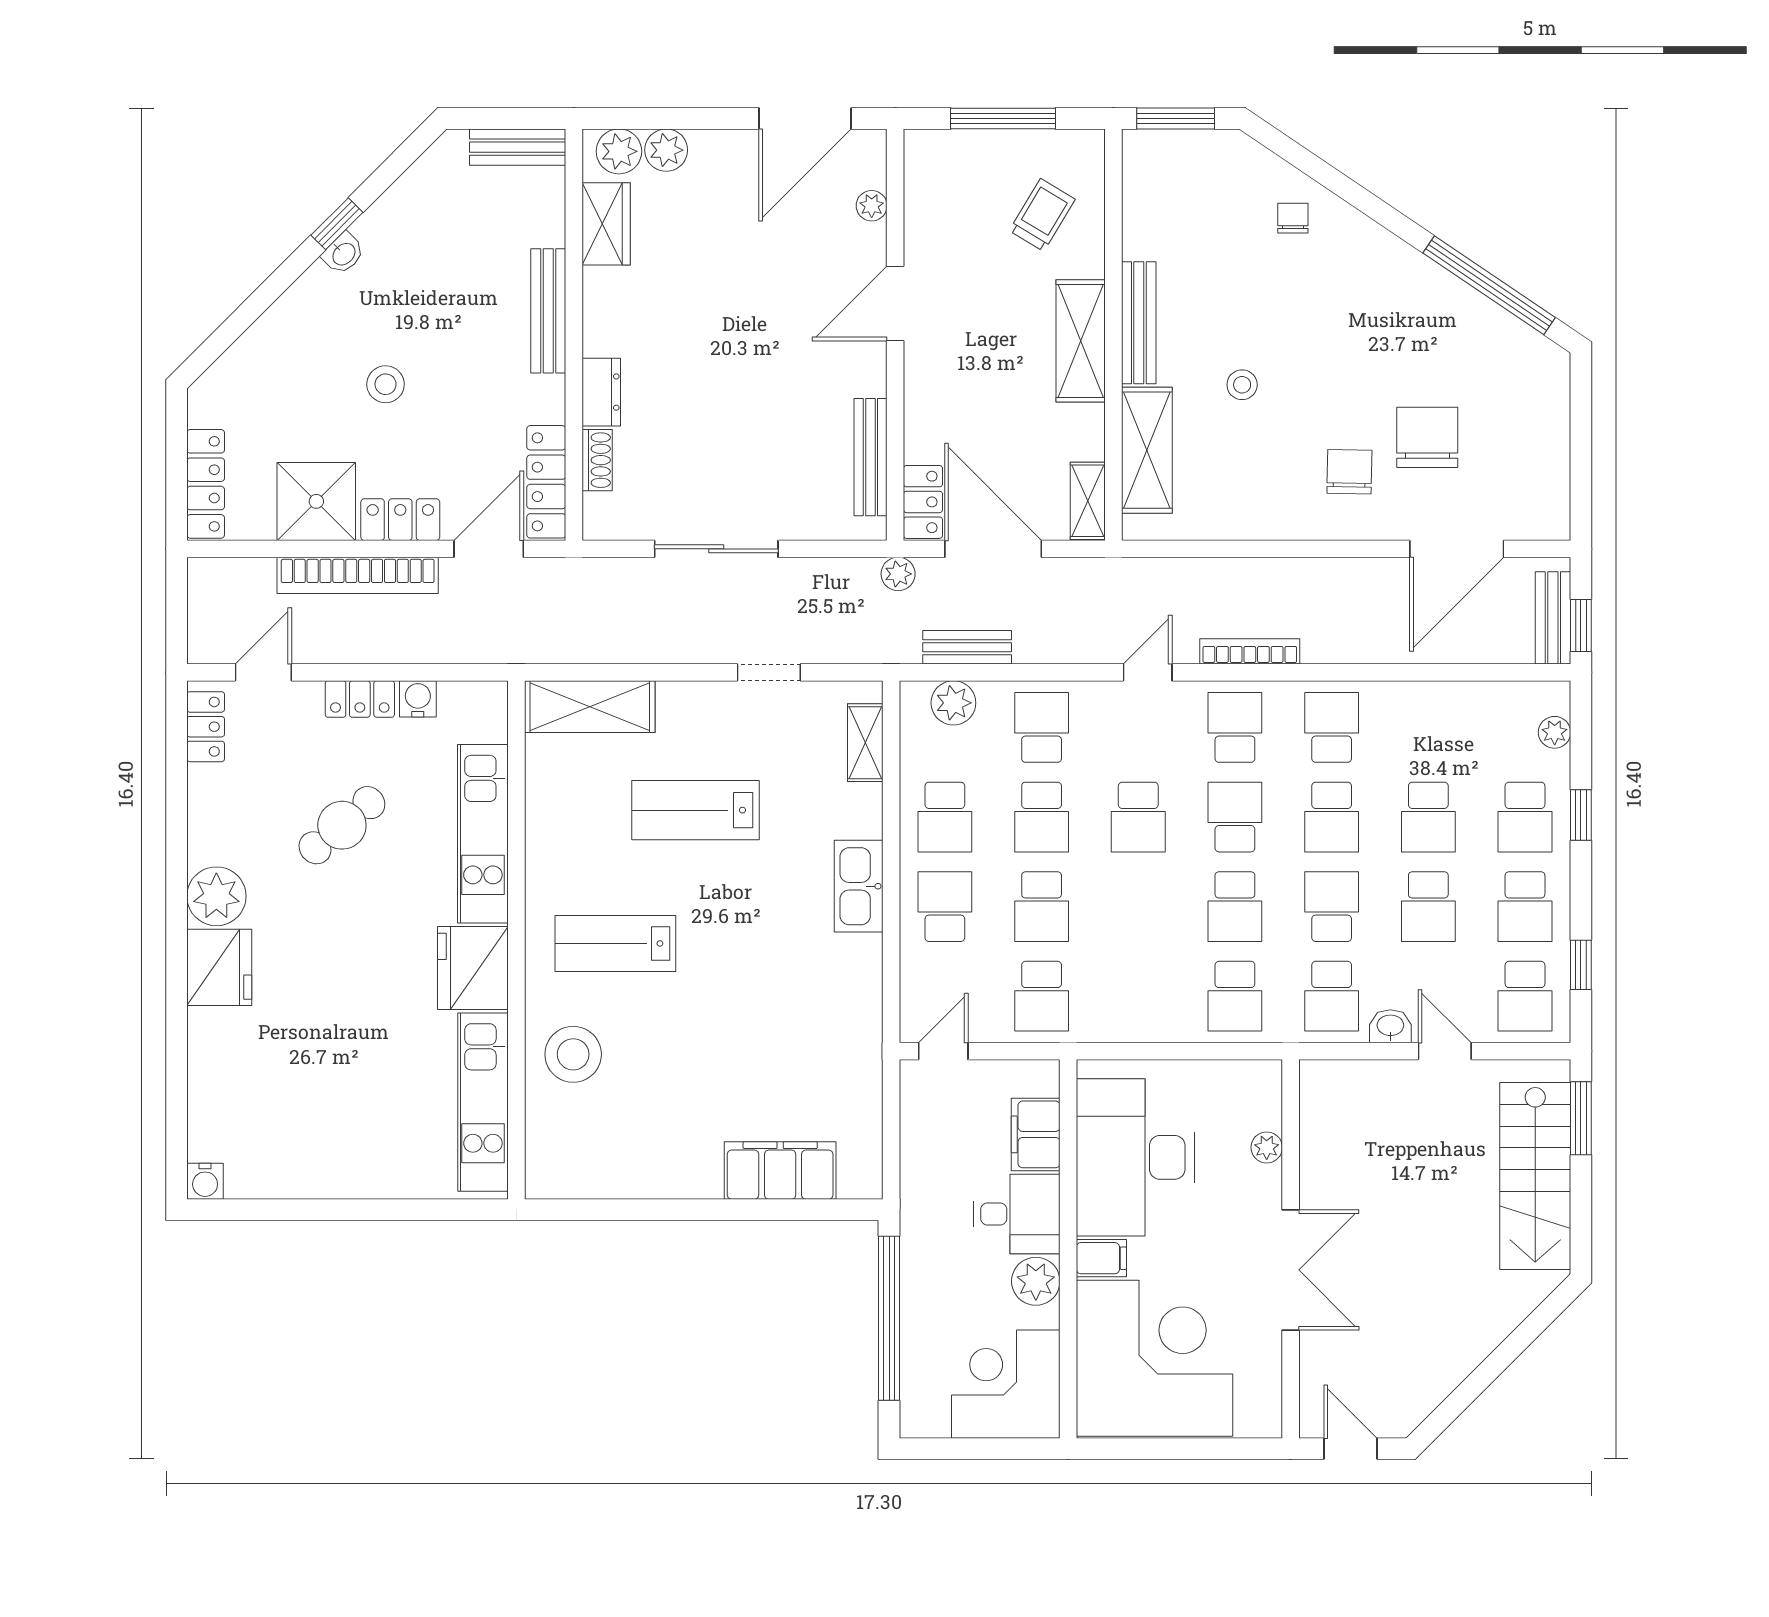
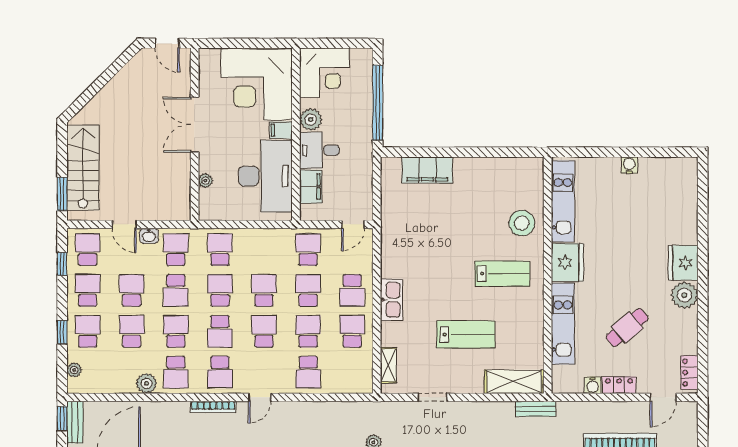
bench: (967, 647) -> (536, 409), moved
plant: (953, 703) -> (147, 383), moved
school desk: (1138, 907) -> (264, 290), added
water cooler: (205, 1181) -> (629, 165), moved

